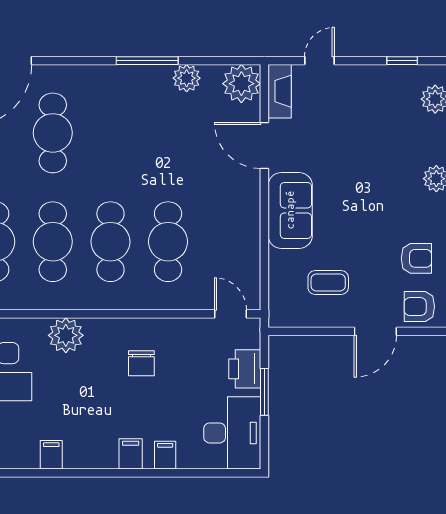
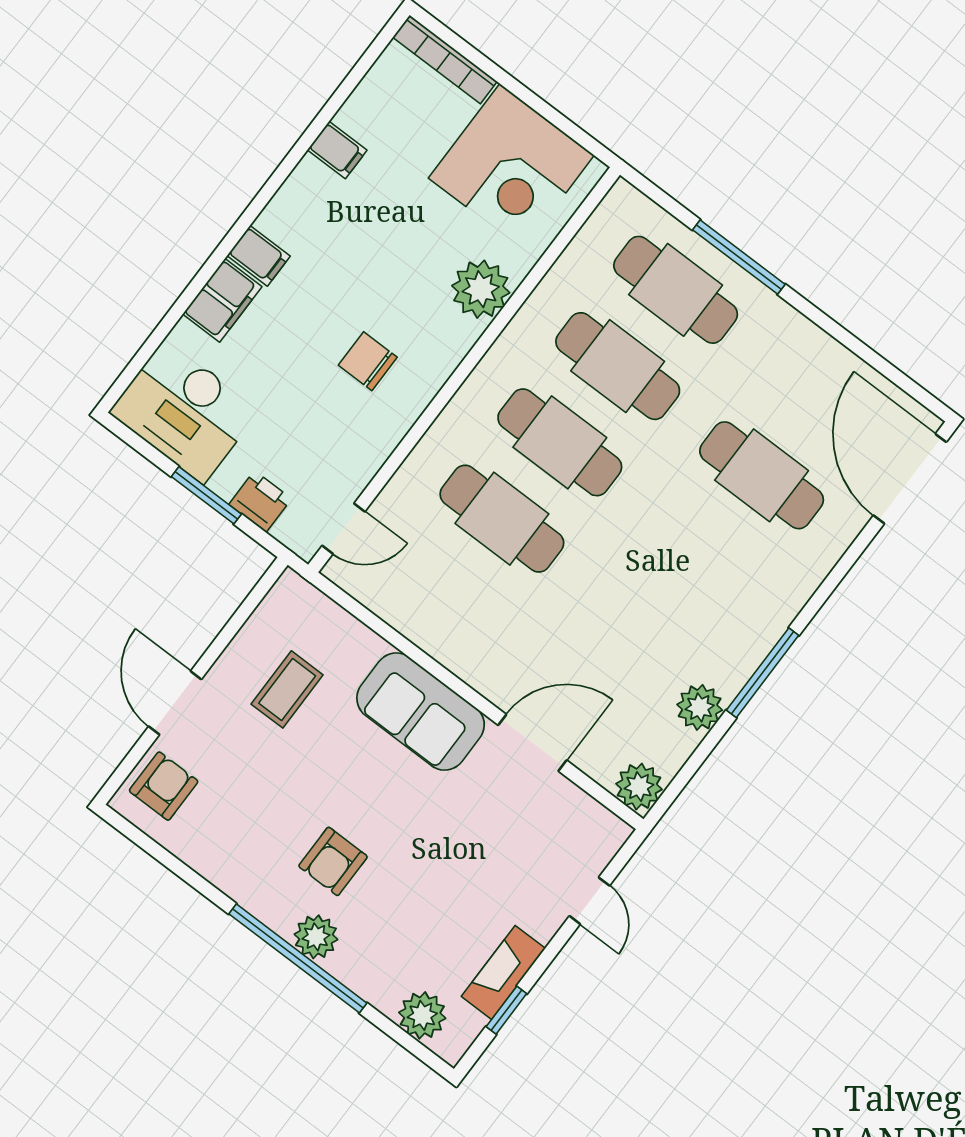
plant: (241, 84) -> (639, 787), width x0.73, depth x0.73
fireplace: (280, 91) -> (503, 972), moved, turned 90
armchair: (416, 258) -> (333, 861), moved
printer: (245, 369) -> (260, 502), width x0.73, depth x0.81
filing cabinet: (165, 455) -> (222, 300), width x2.00

